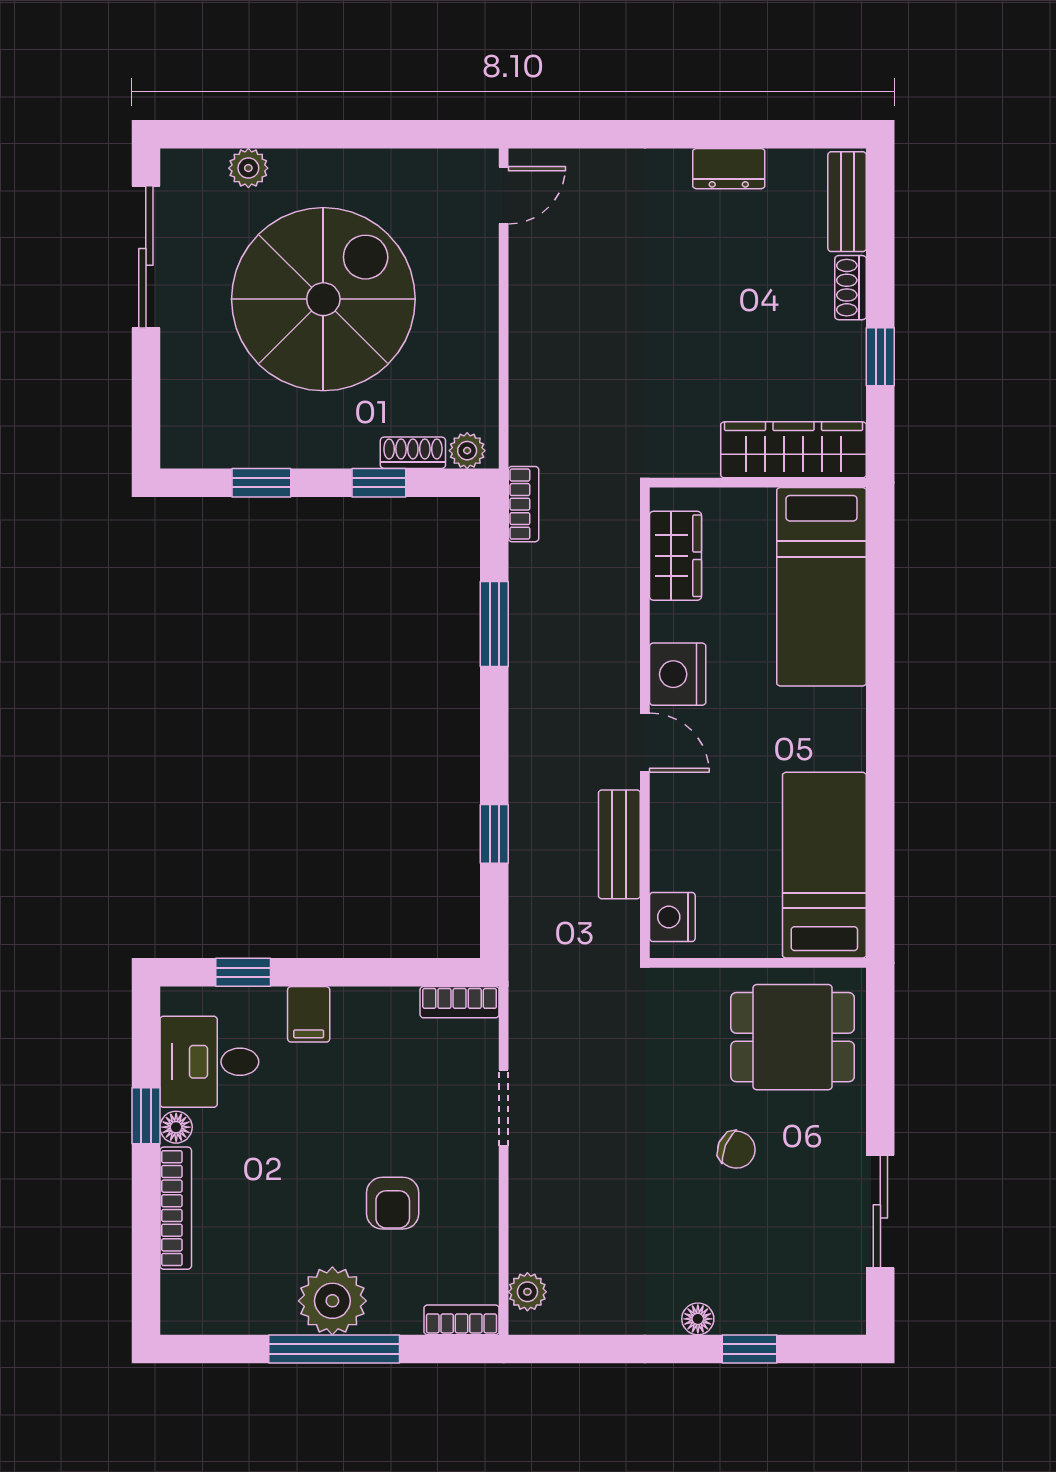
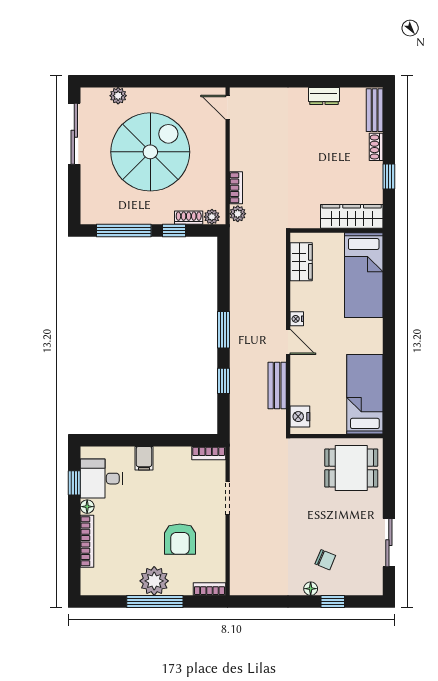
door: (504, 195) -> (228, 107), swing flipped
window: (261, 483) -> (124, 230), width x2.17
bookcase: (524, 504) -> (236, 188), moved
window: (494, 624) -> (223, 330), moved
nightstand: (678, 674) -> (297, 319), width x0.53, depth x0.56
window: (243, 972) -> (116, 440), removed
window: (146, 1116) -> (74, 483), moved
chair: (736, 1150) -> (325, 560), moved
armchair: (393, 1203) -> (180, 539), width x1.38, depth x1.38
plant: (527, 1292) -> (238, 214), moved

